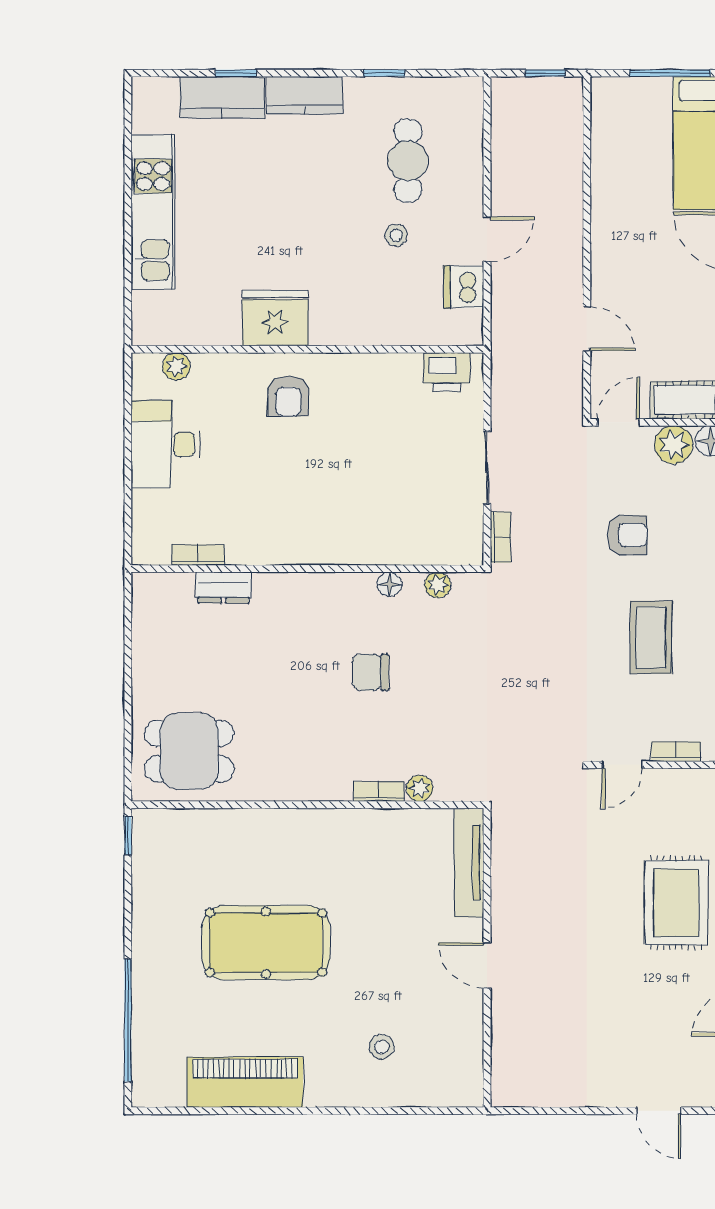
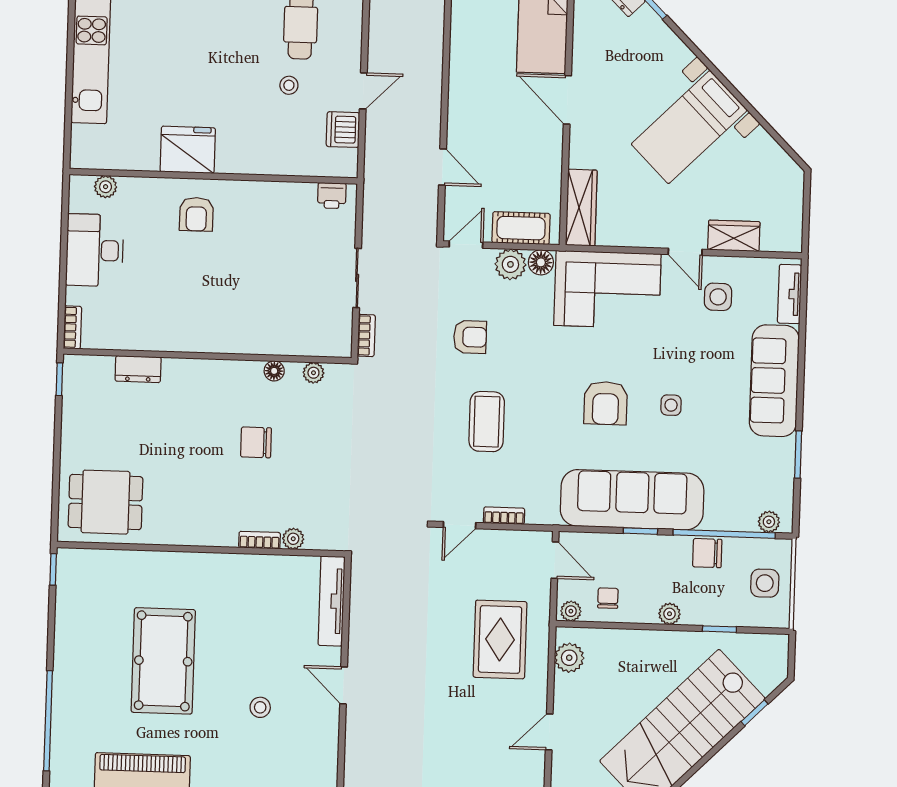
printer: (447, 372) -> (332, 196), width x0.73, depth x0.81
bookcase: (198, 555) -> (72, 327), moved, turned 90
window: (128, 603) -> (59, 379), added
pool table: (266, 943) -> (163, 661), turned 90
stool: (382, 1047) -> (260, 707), moved

